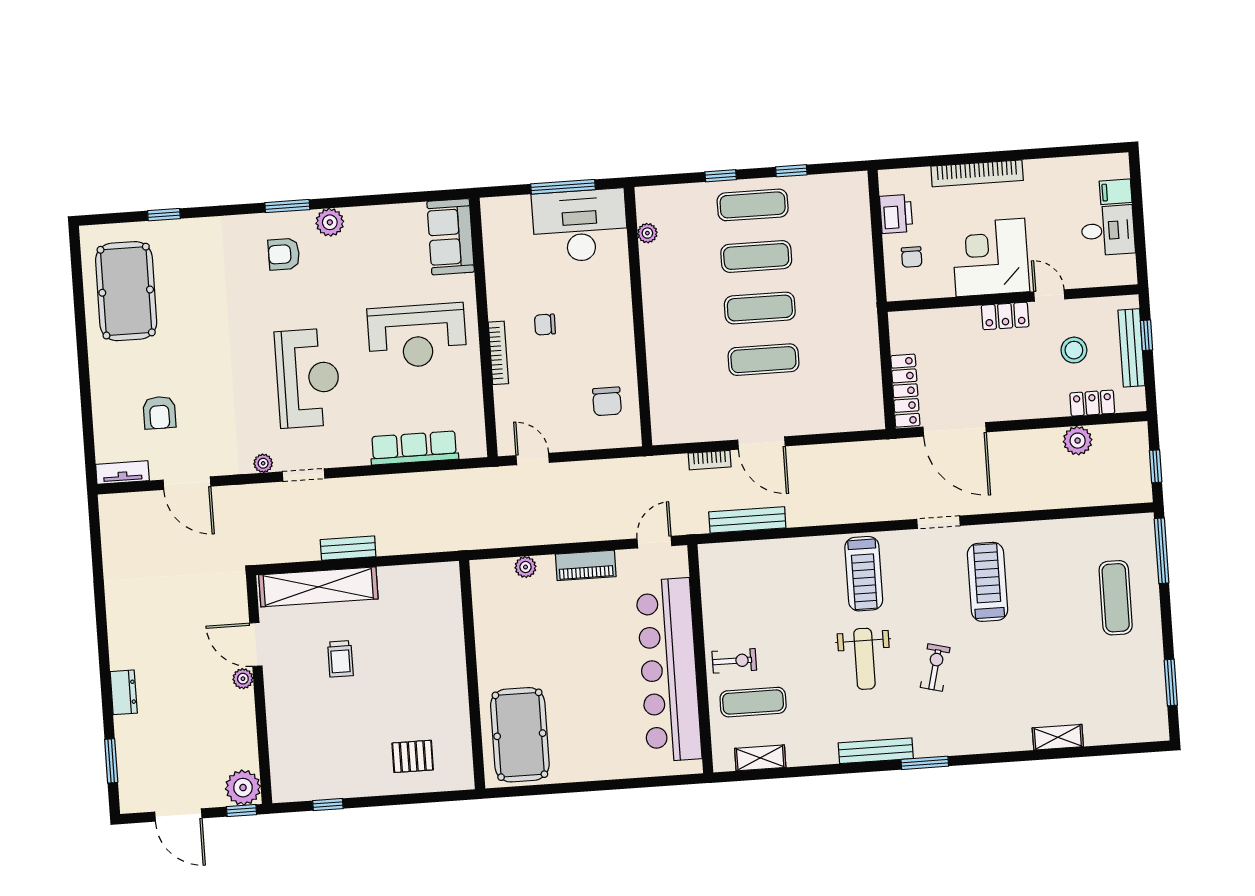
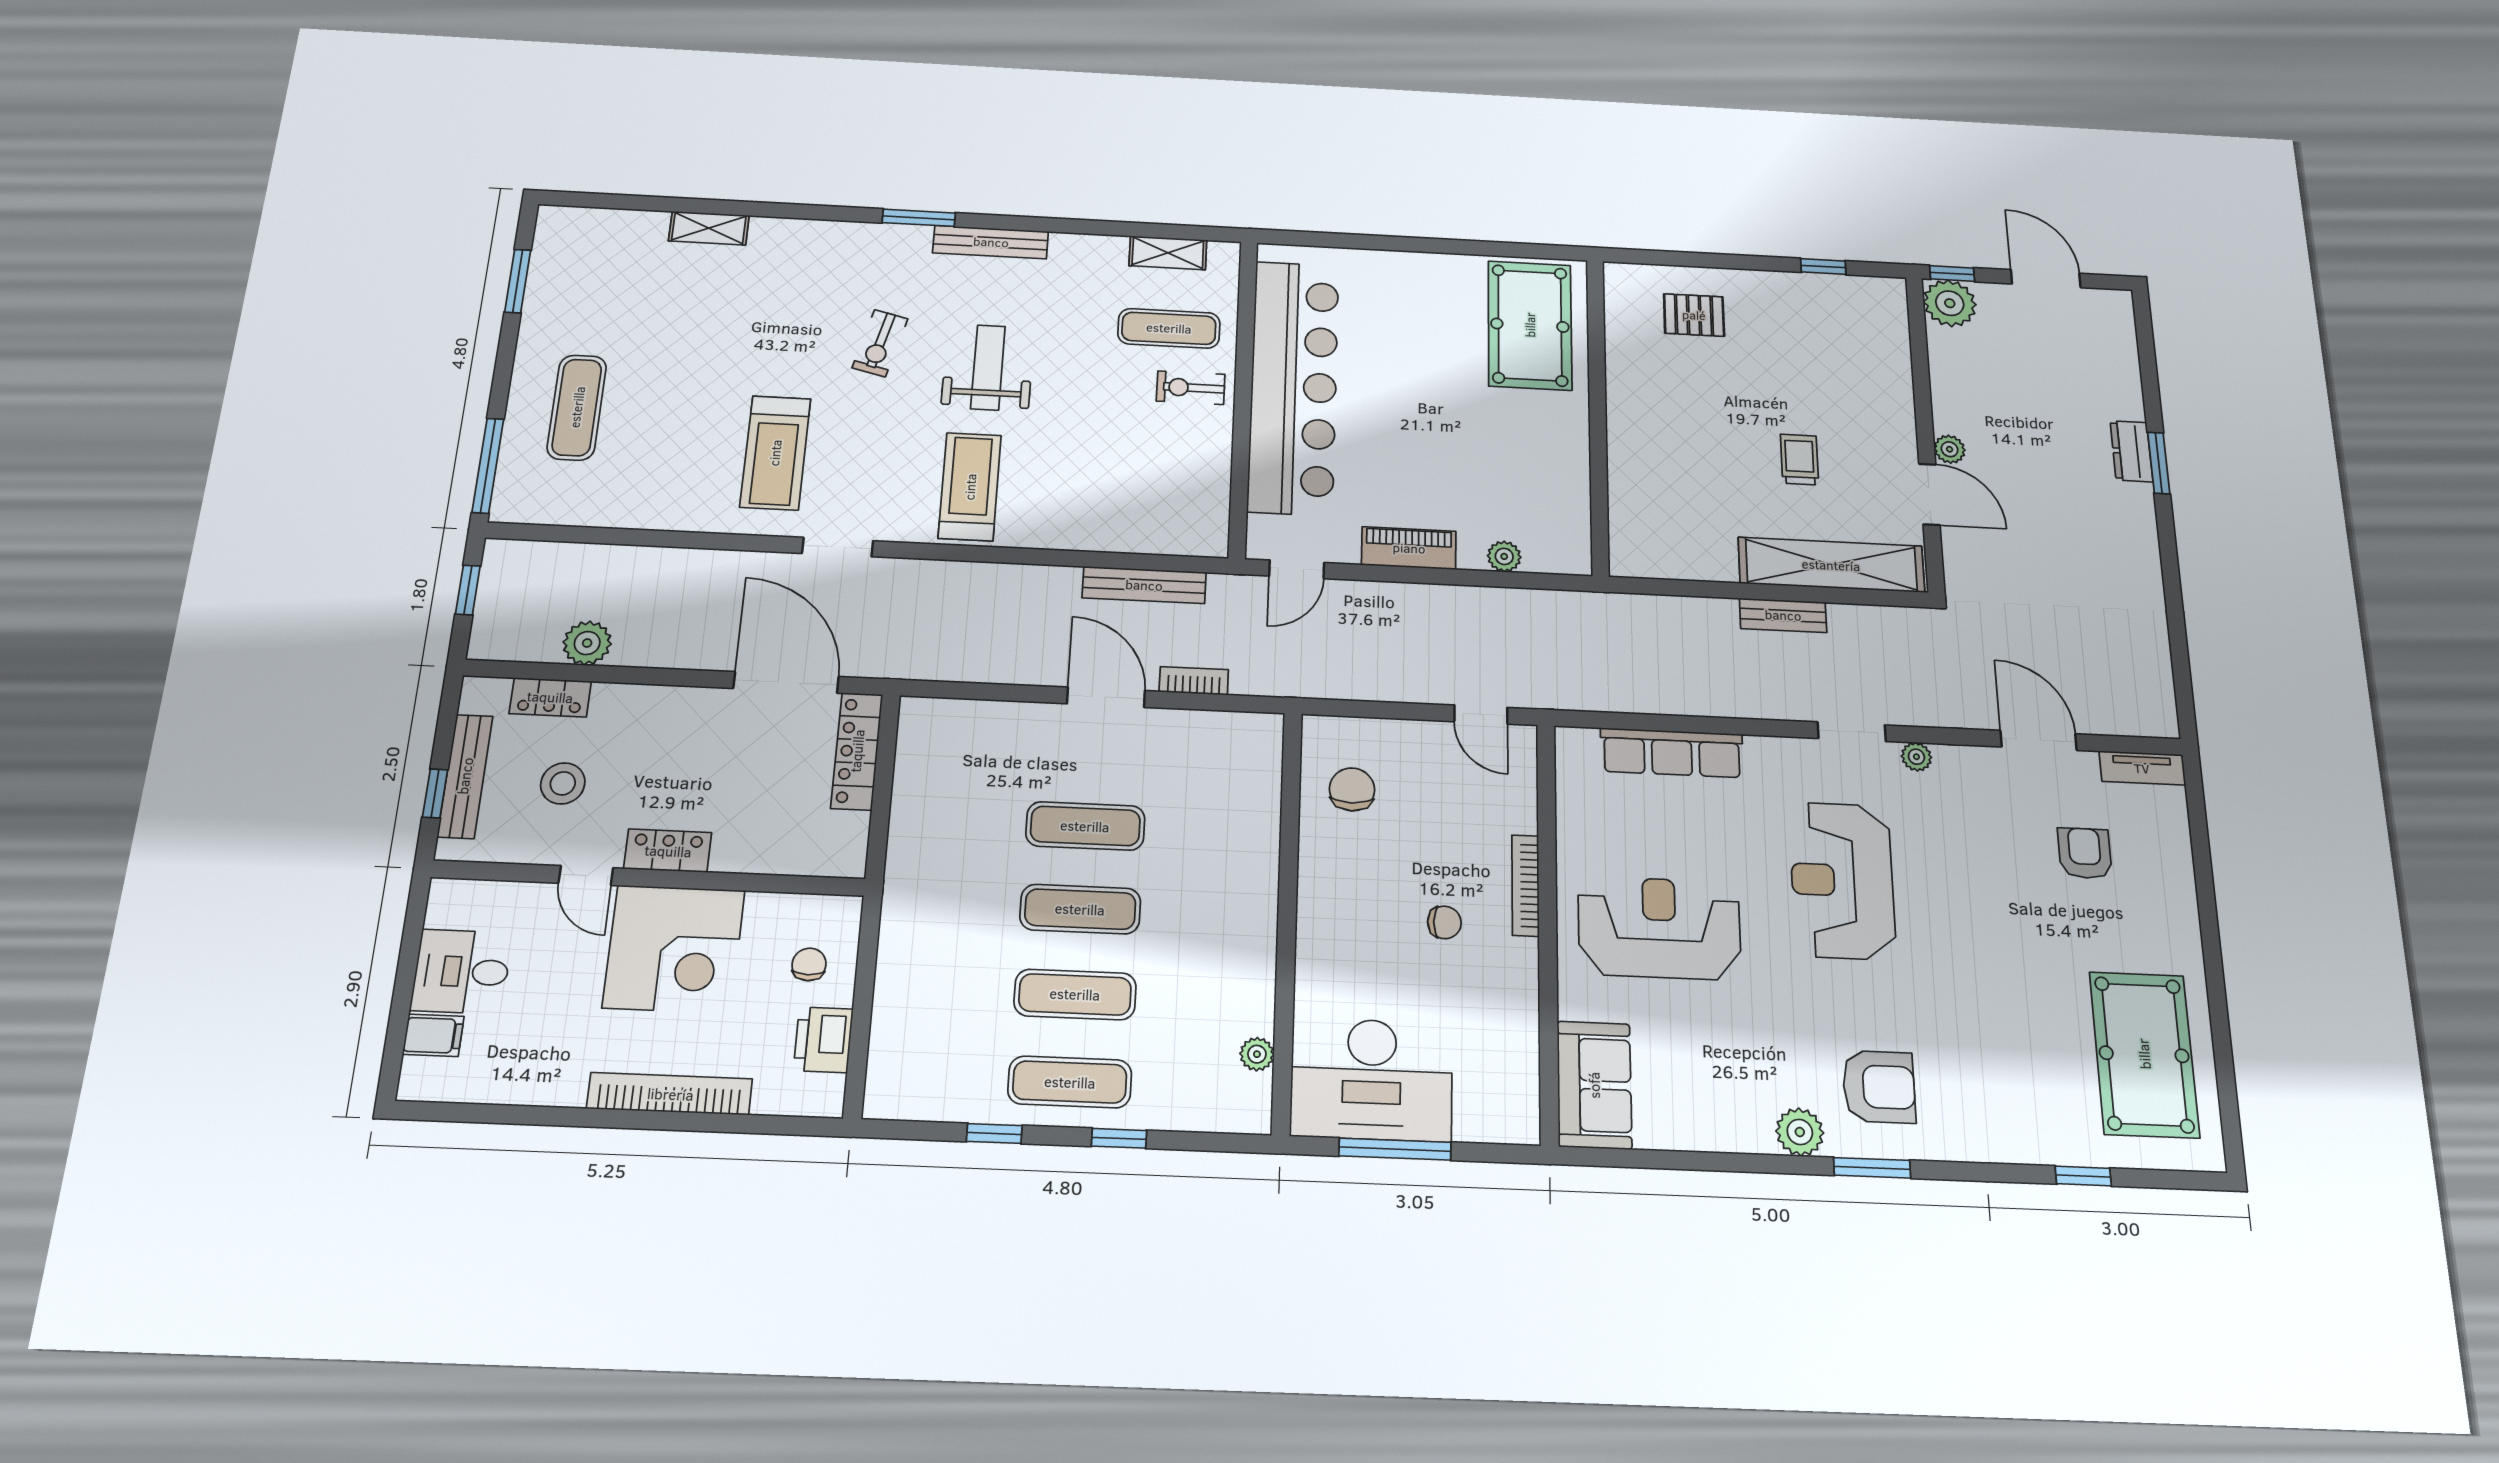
armchair: (284, 254) -> (1879, 1087), width x1.38, depth x1.38
window: (111, 761) -> (2159, 463), moved

